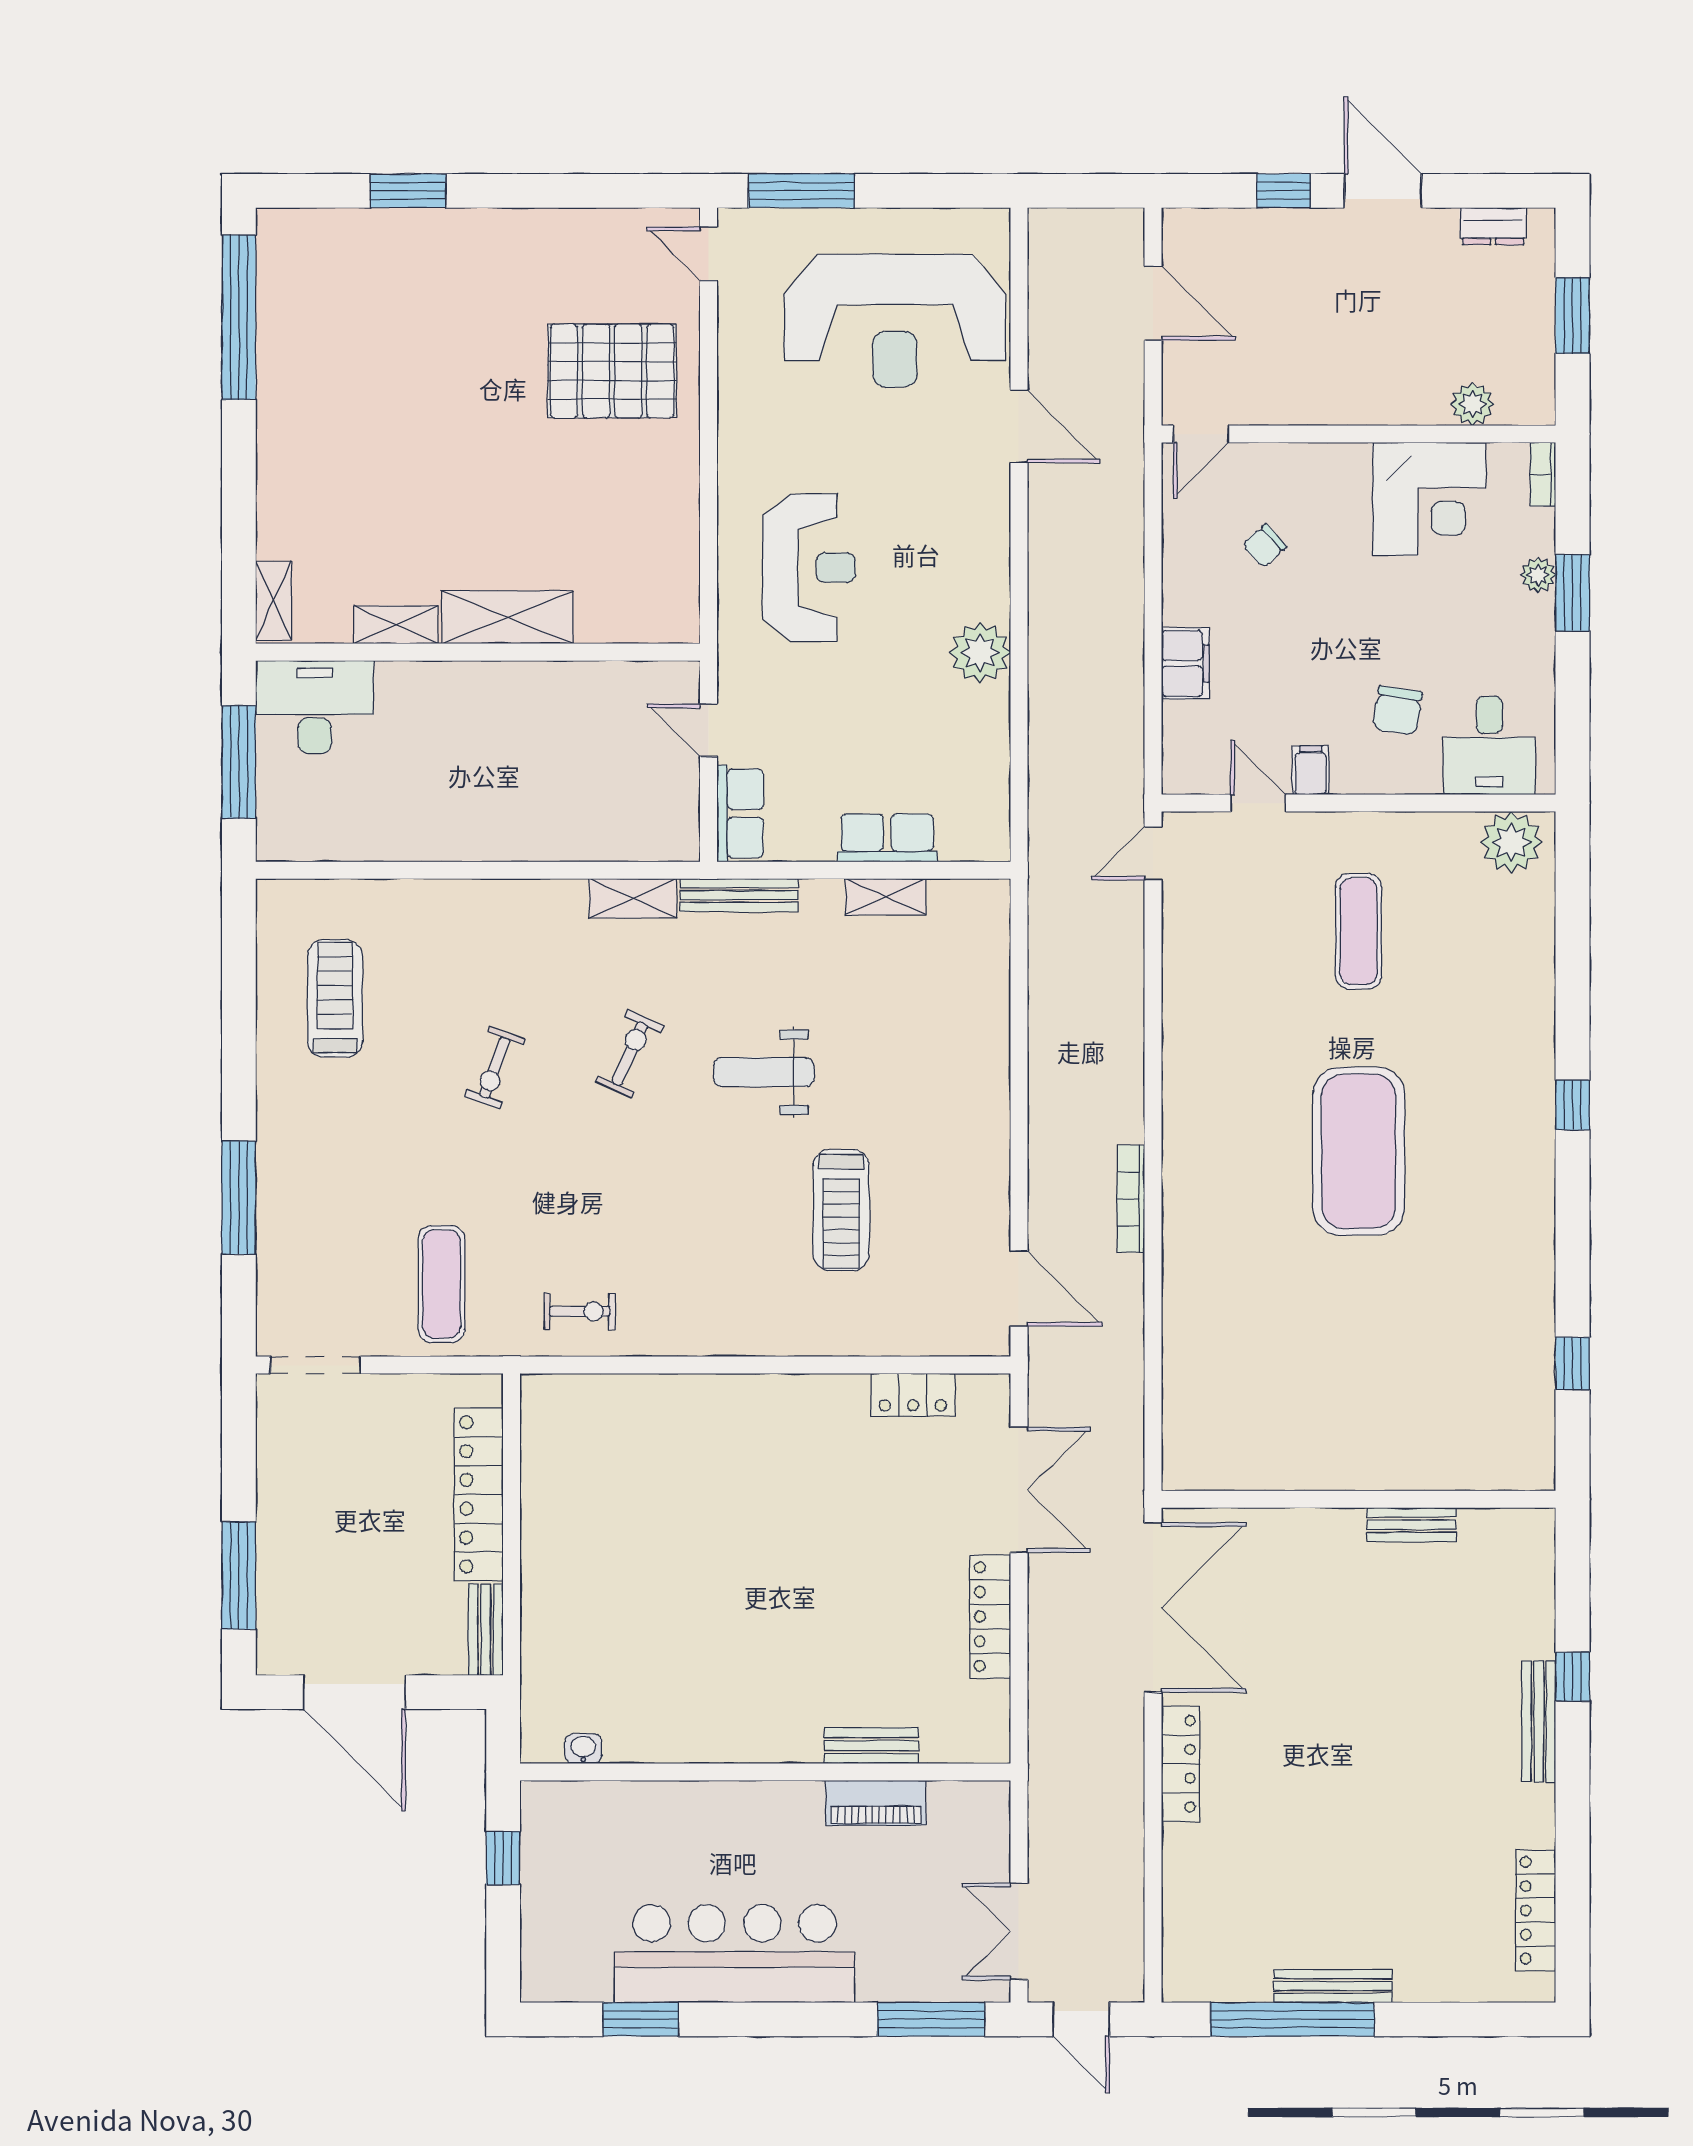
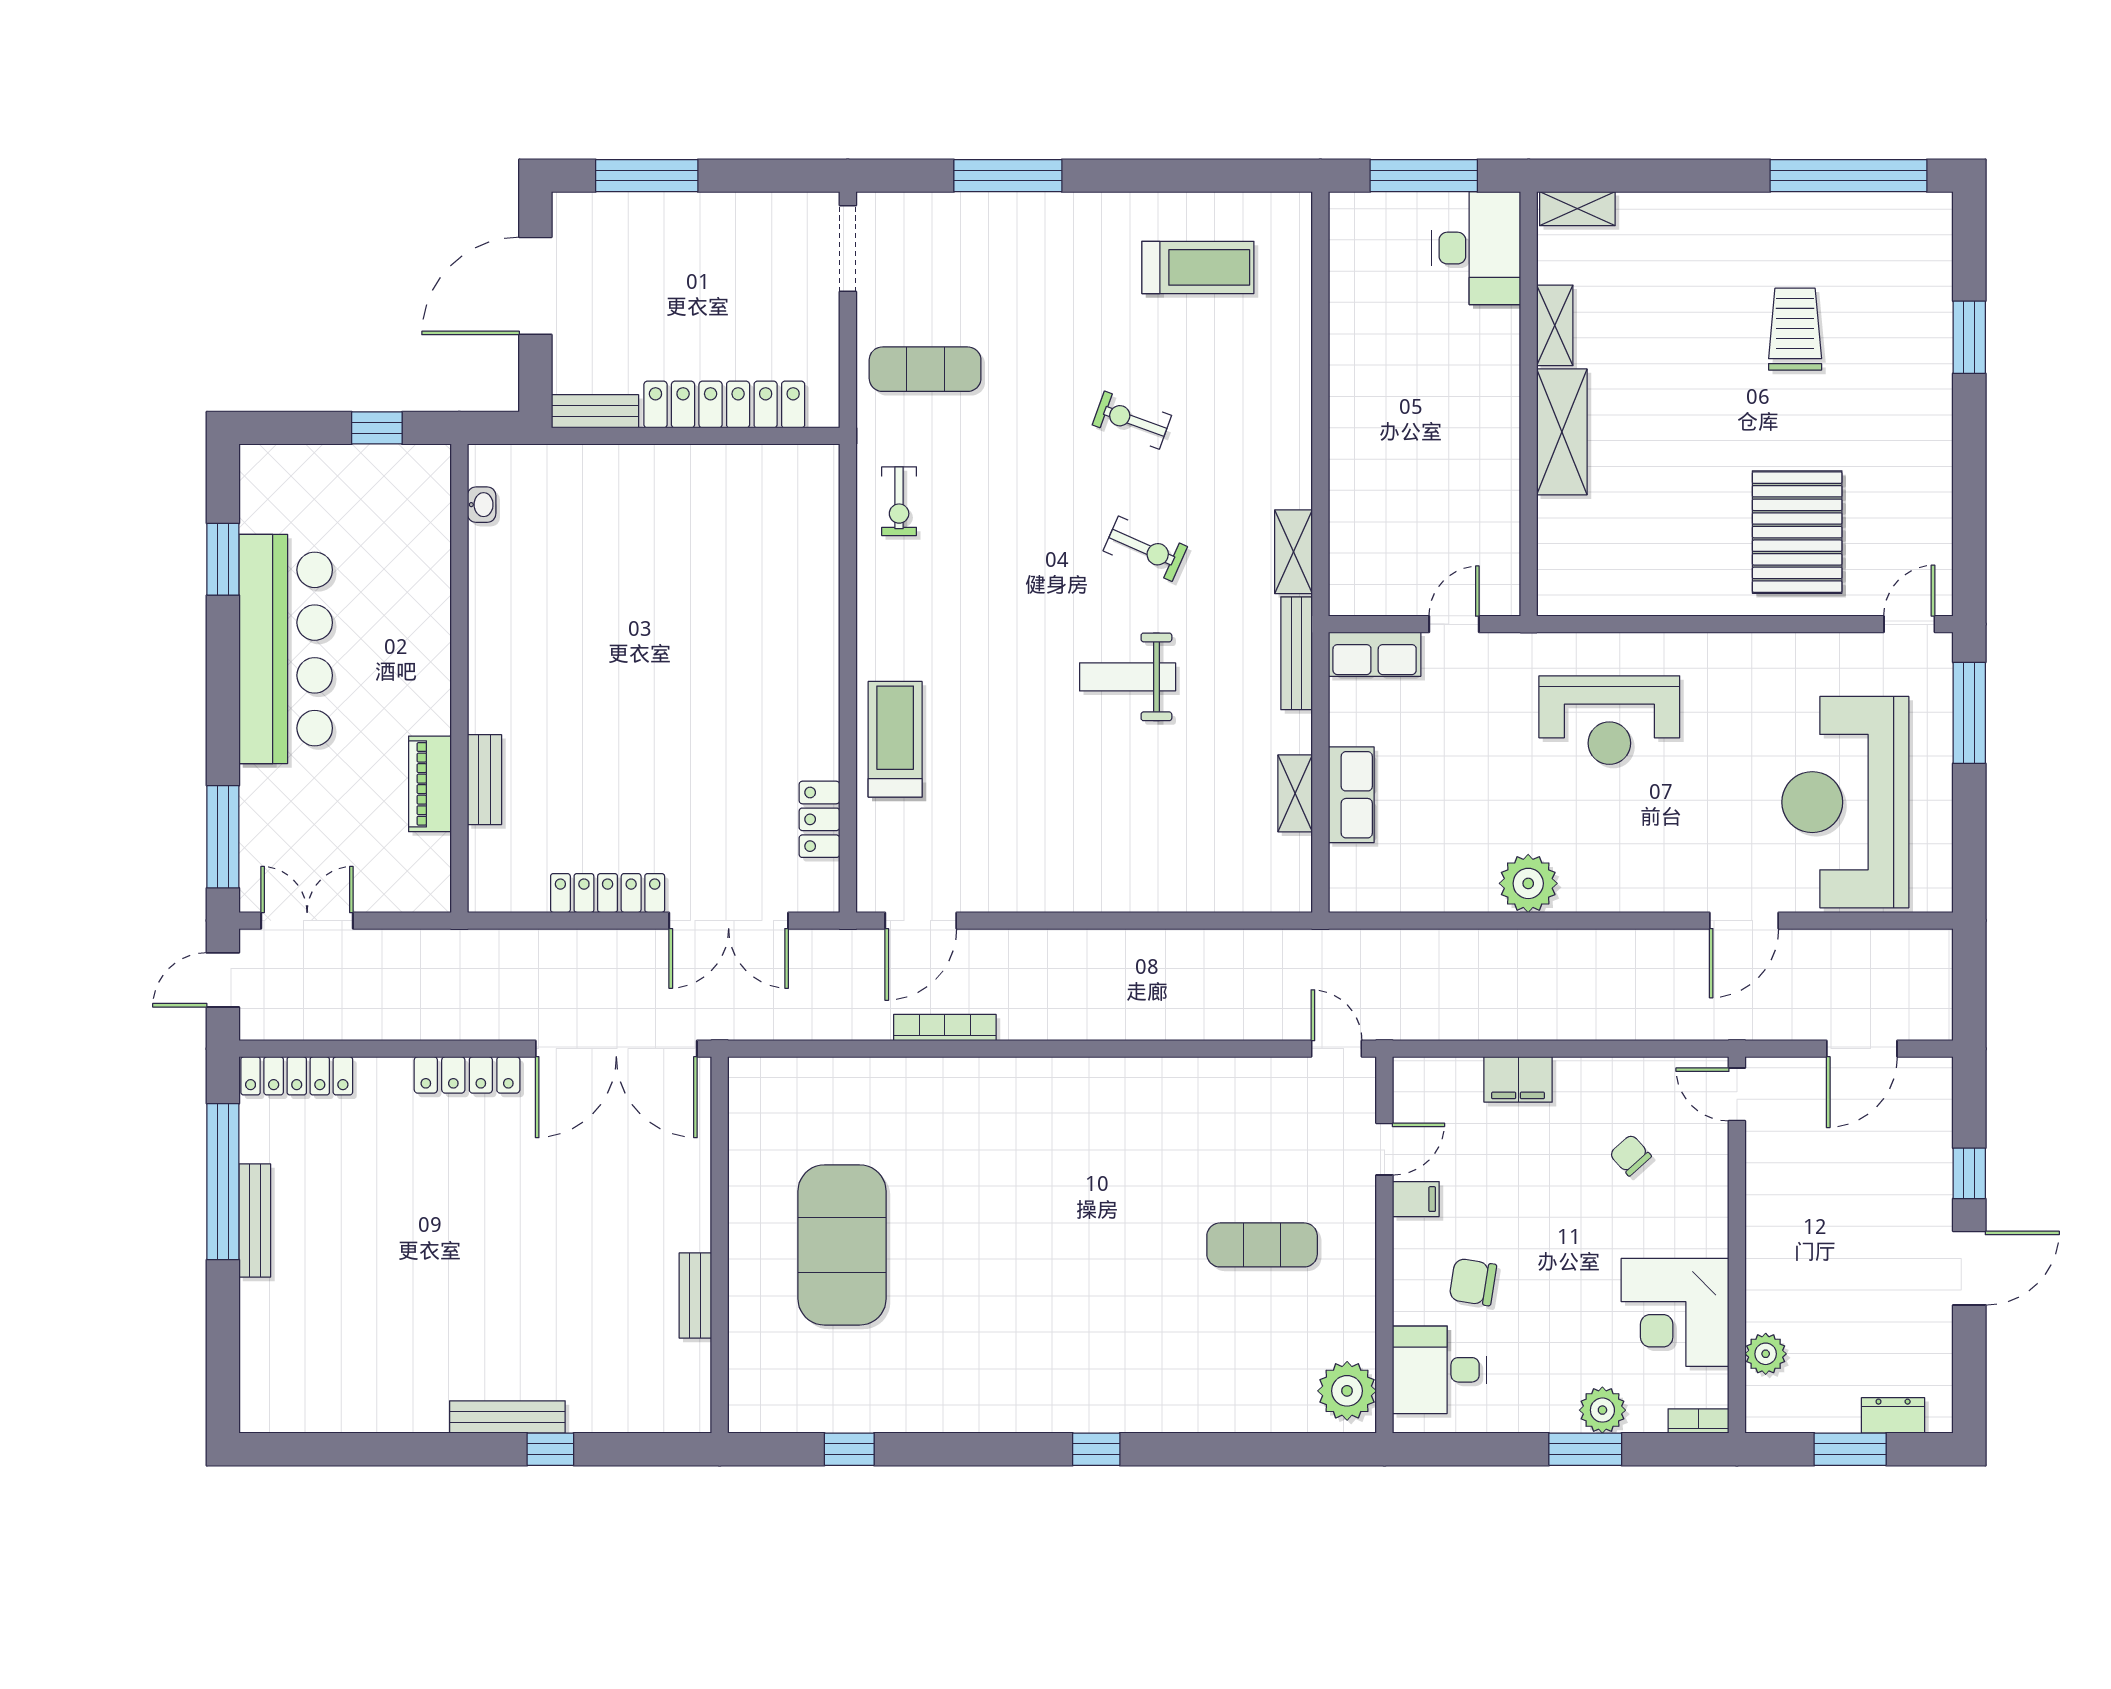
dresser: (1493, 226) -> (1893, 1415), moved, turned 90
trolley: (400, 373) -> (1795, 329), added
plant: (1538, 575) -> (1602, 1410), width x1.38, depth x1.38
weight bench: (764, 1072) -> (1128, 677), turned -90
exercise mat: (1359, 1151) -> (842, 1245), moved, turned 90
bookcase: (1131, 1199) -> (945, 1028), moved
treadmill: (841, 1210) -> (895, 739), moved, turned 90
locker: (1536, 1910) -> (297, 1076), moved, turned 180

